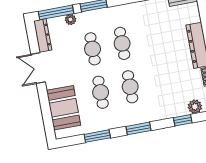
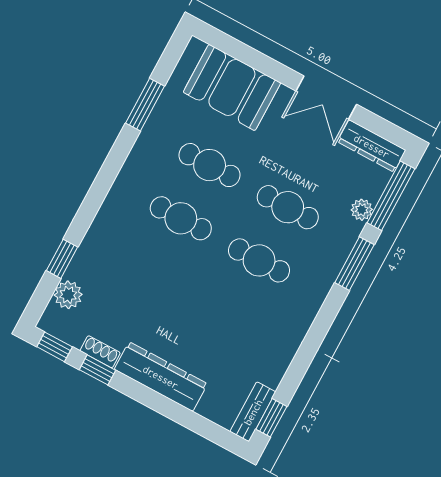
double door: (38, 68) -> (326, 98), swing flipped
window: (138, 128) -> (105, 179), removed

